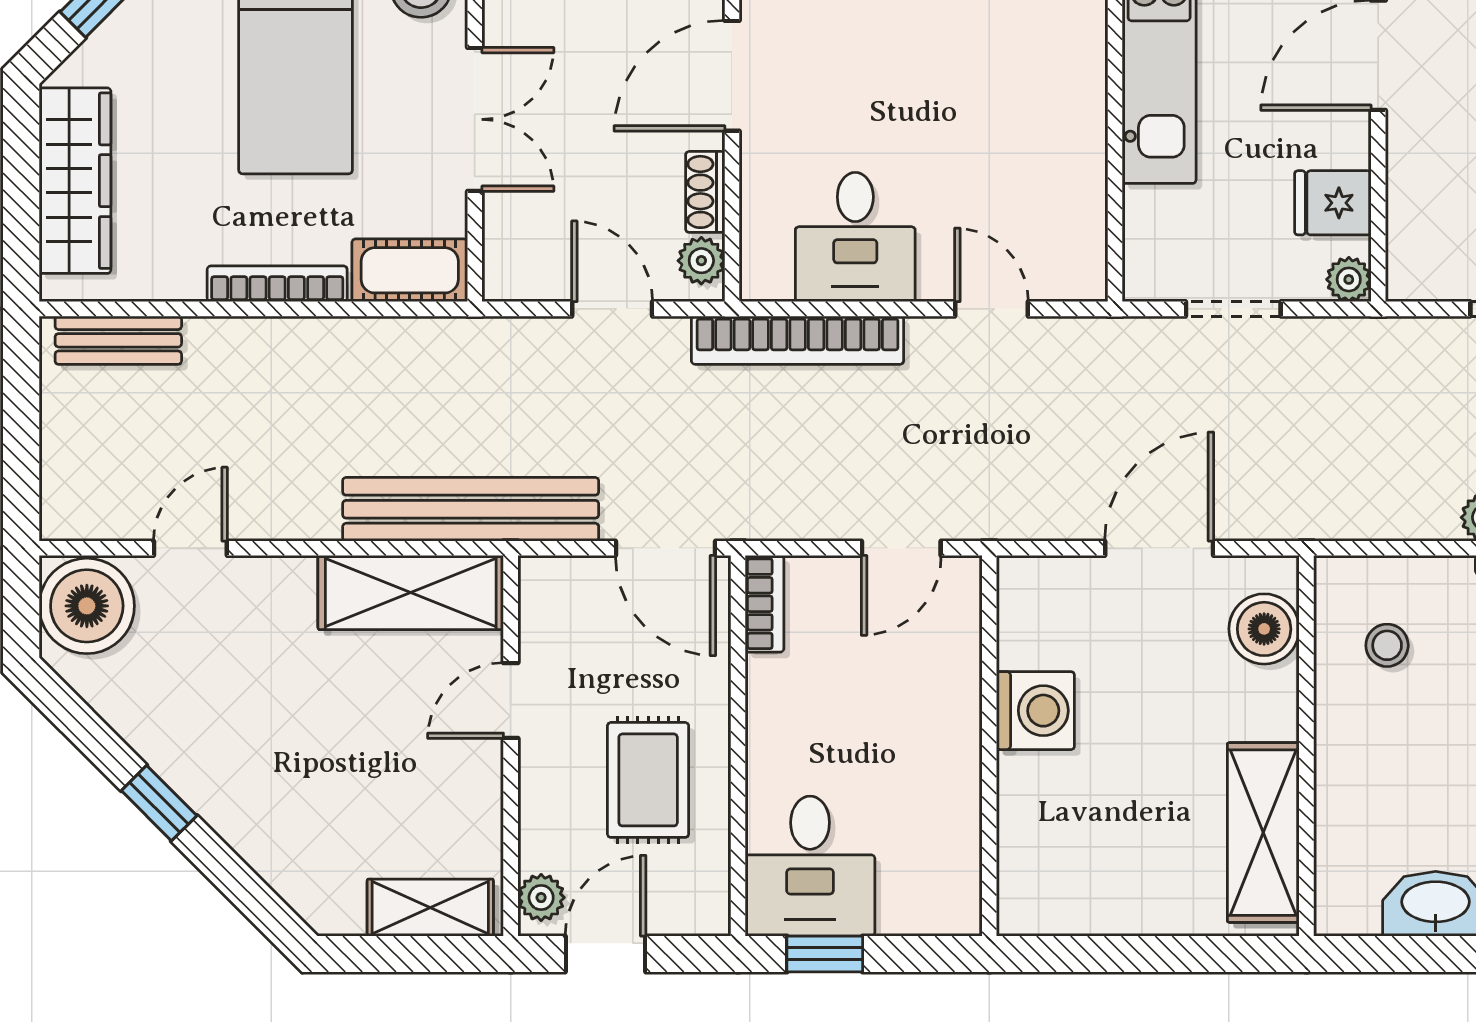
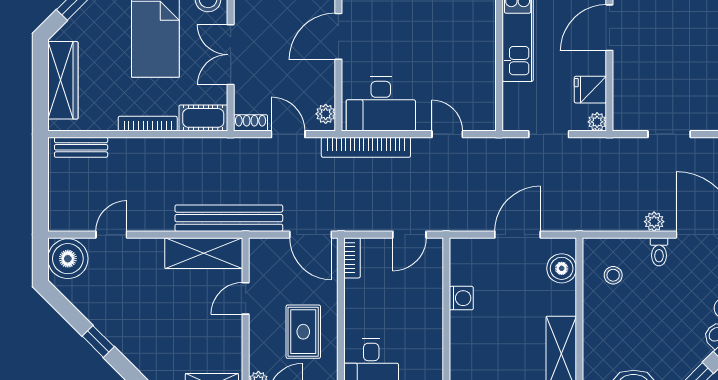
double door: (475, 119) -> (231, 55), swing flipped
shoe rack: (705, 192) -> (251, 123), moved, turned 90
desk: (855, 237) -> (381, 104), width x1.37
washing machine: (1035, 711) -> (461, 298), width x0.73, depth x0.73

